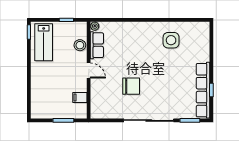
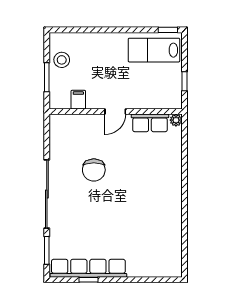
side table: (171, 40) -> (157, 225), removed
stool: (80, 45) -> (62, 60), moved

